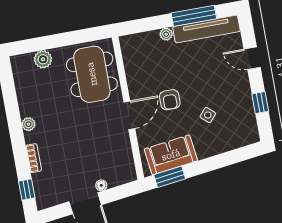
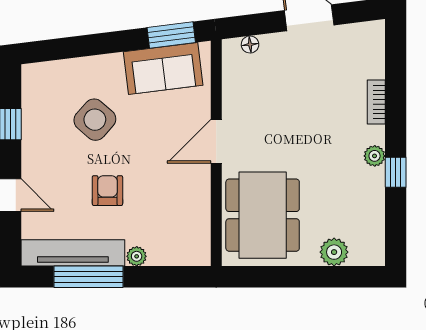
armchair: (170, 100) -> (107, 191), moved
side table: (208, 115) -> (95, 120), width x1.87, depth x1.87
floor lamp: (101, 185) -> (250, 44), moved
window: (27, 190) -> (396, 172), moved

